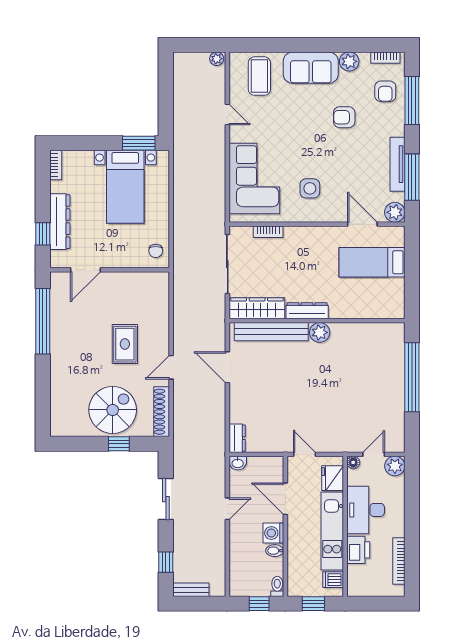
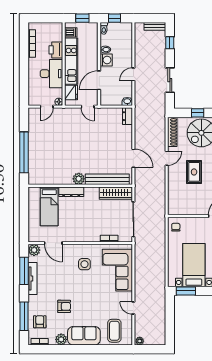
bed: (372, 262) -> (49, 206), moved, turned 90
dresser: (307, 311) -> (71, 192), moved
plant: (395, 466) -> (34, 100), removed
door: (285, 499) -> (99, 80), swing flipped

